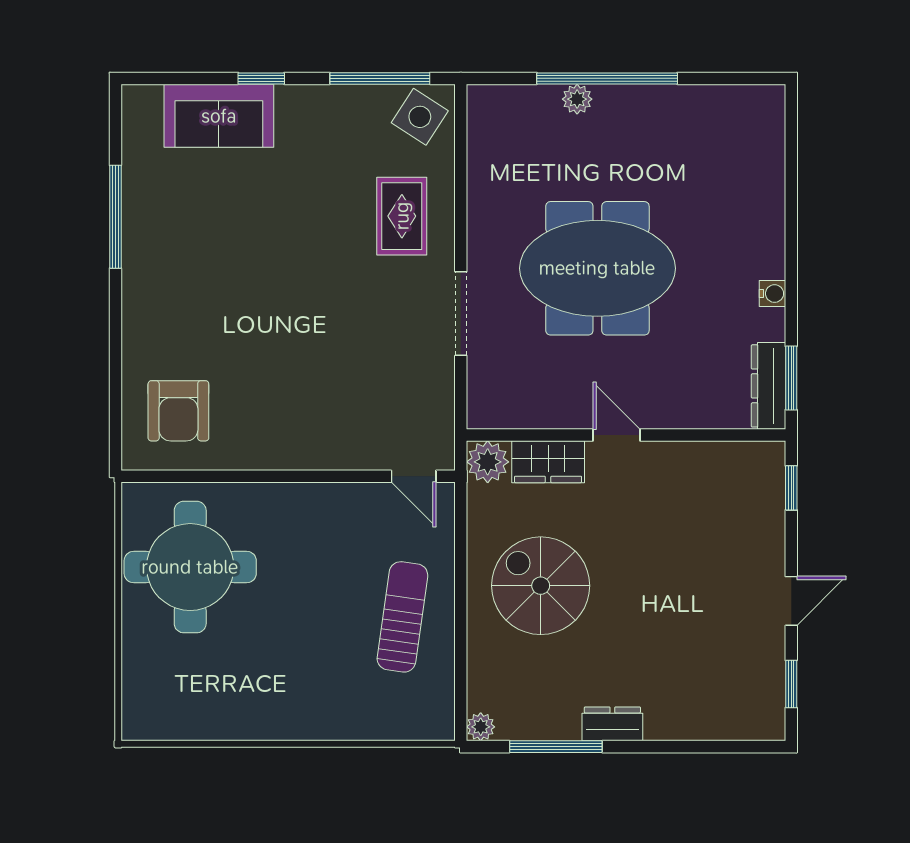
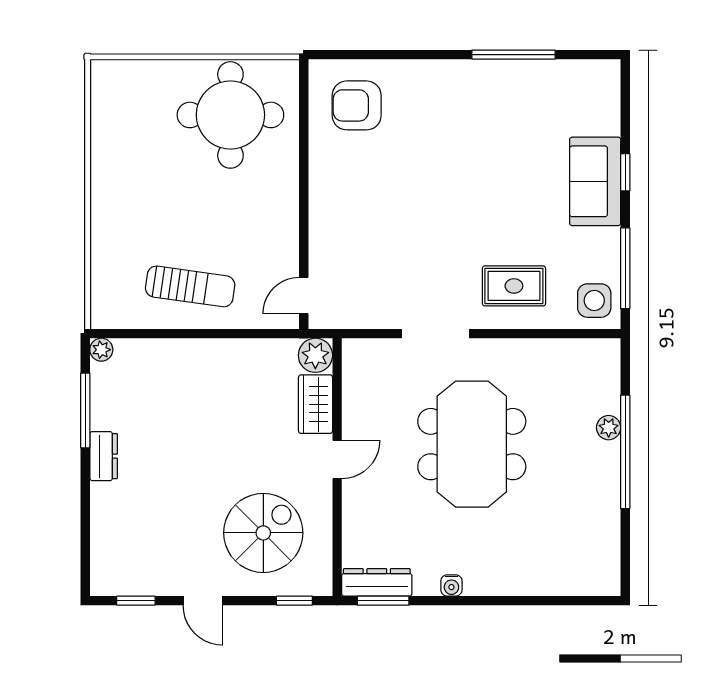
sofa: (219, 116) -> (595, 181), moved
side table: (420, 117) -> (594, 301), turned -33
spiral stairs: (541, 586) -> (263, 533), moved

